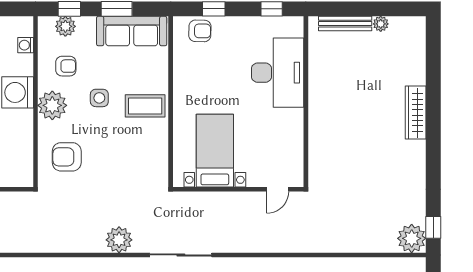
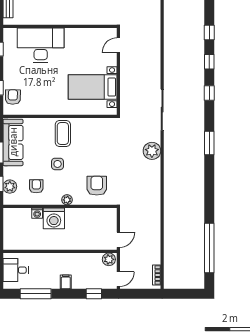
washing machine: (26, 45) -> (37, 213), moved
plant: (52, 105) -> (67, 200), width x0.53, depth x0.53
armchair: (67, 157) -> (97, 186), turned 180
door: (278, 189) -> (118, 45), swing flipped

